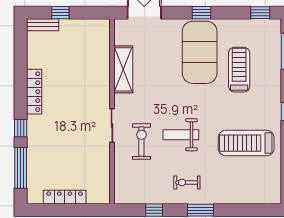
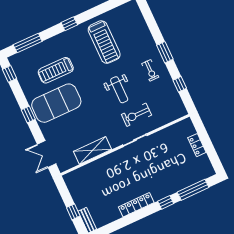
locker: (65, 197) -> (197, 145), width x0.66

